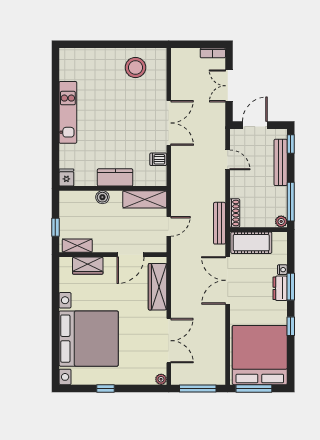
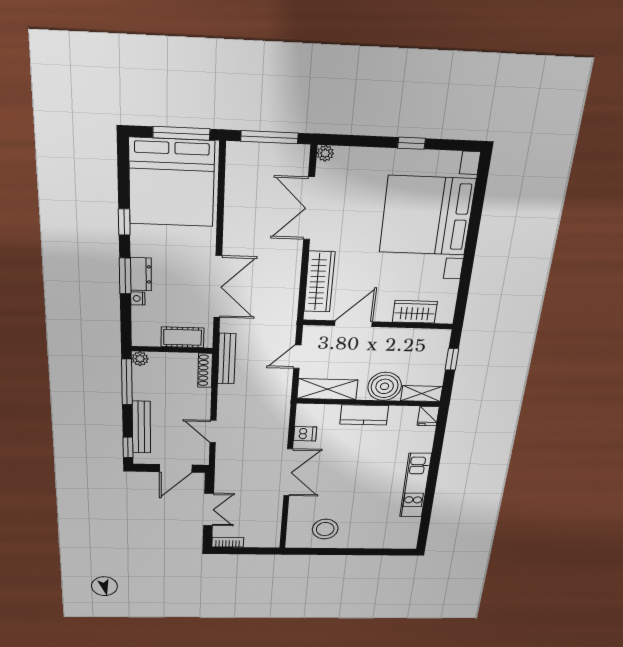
double door: (169, 123) -> (288, 472), swing flipped
boiler: (102, 197) -> (385, 386), width x1.86, depth x1.86
cot: (251, 243) -> (182, 337), width x0.73, depth x0.75
shelving: (77, 246) -> (422, 394), moved

